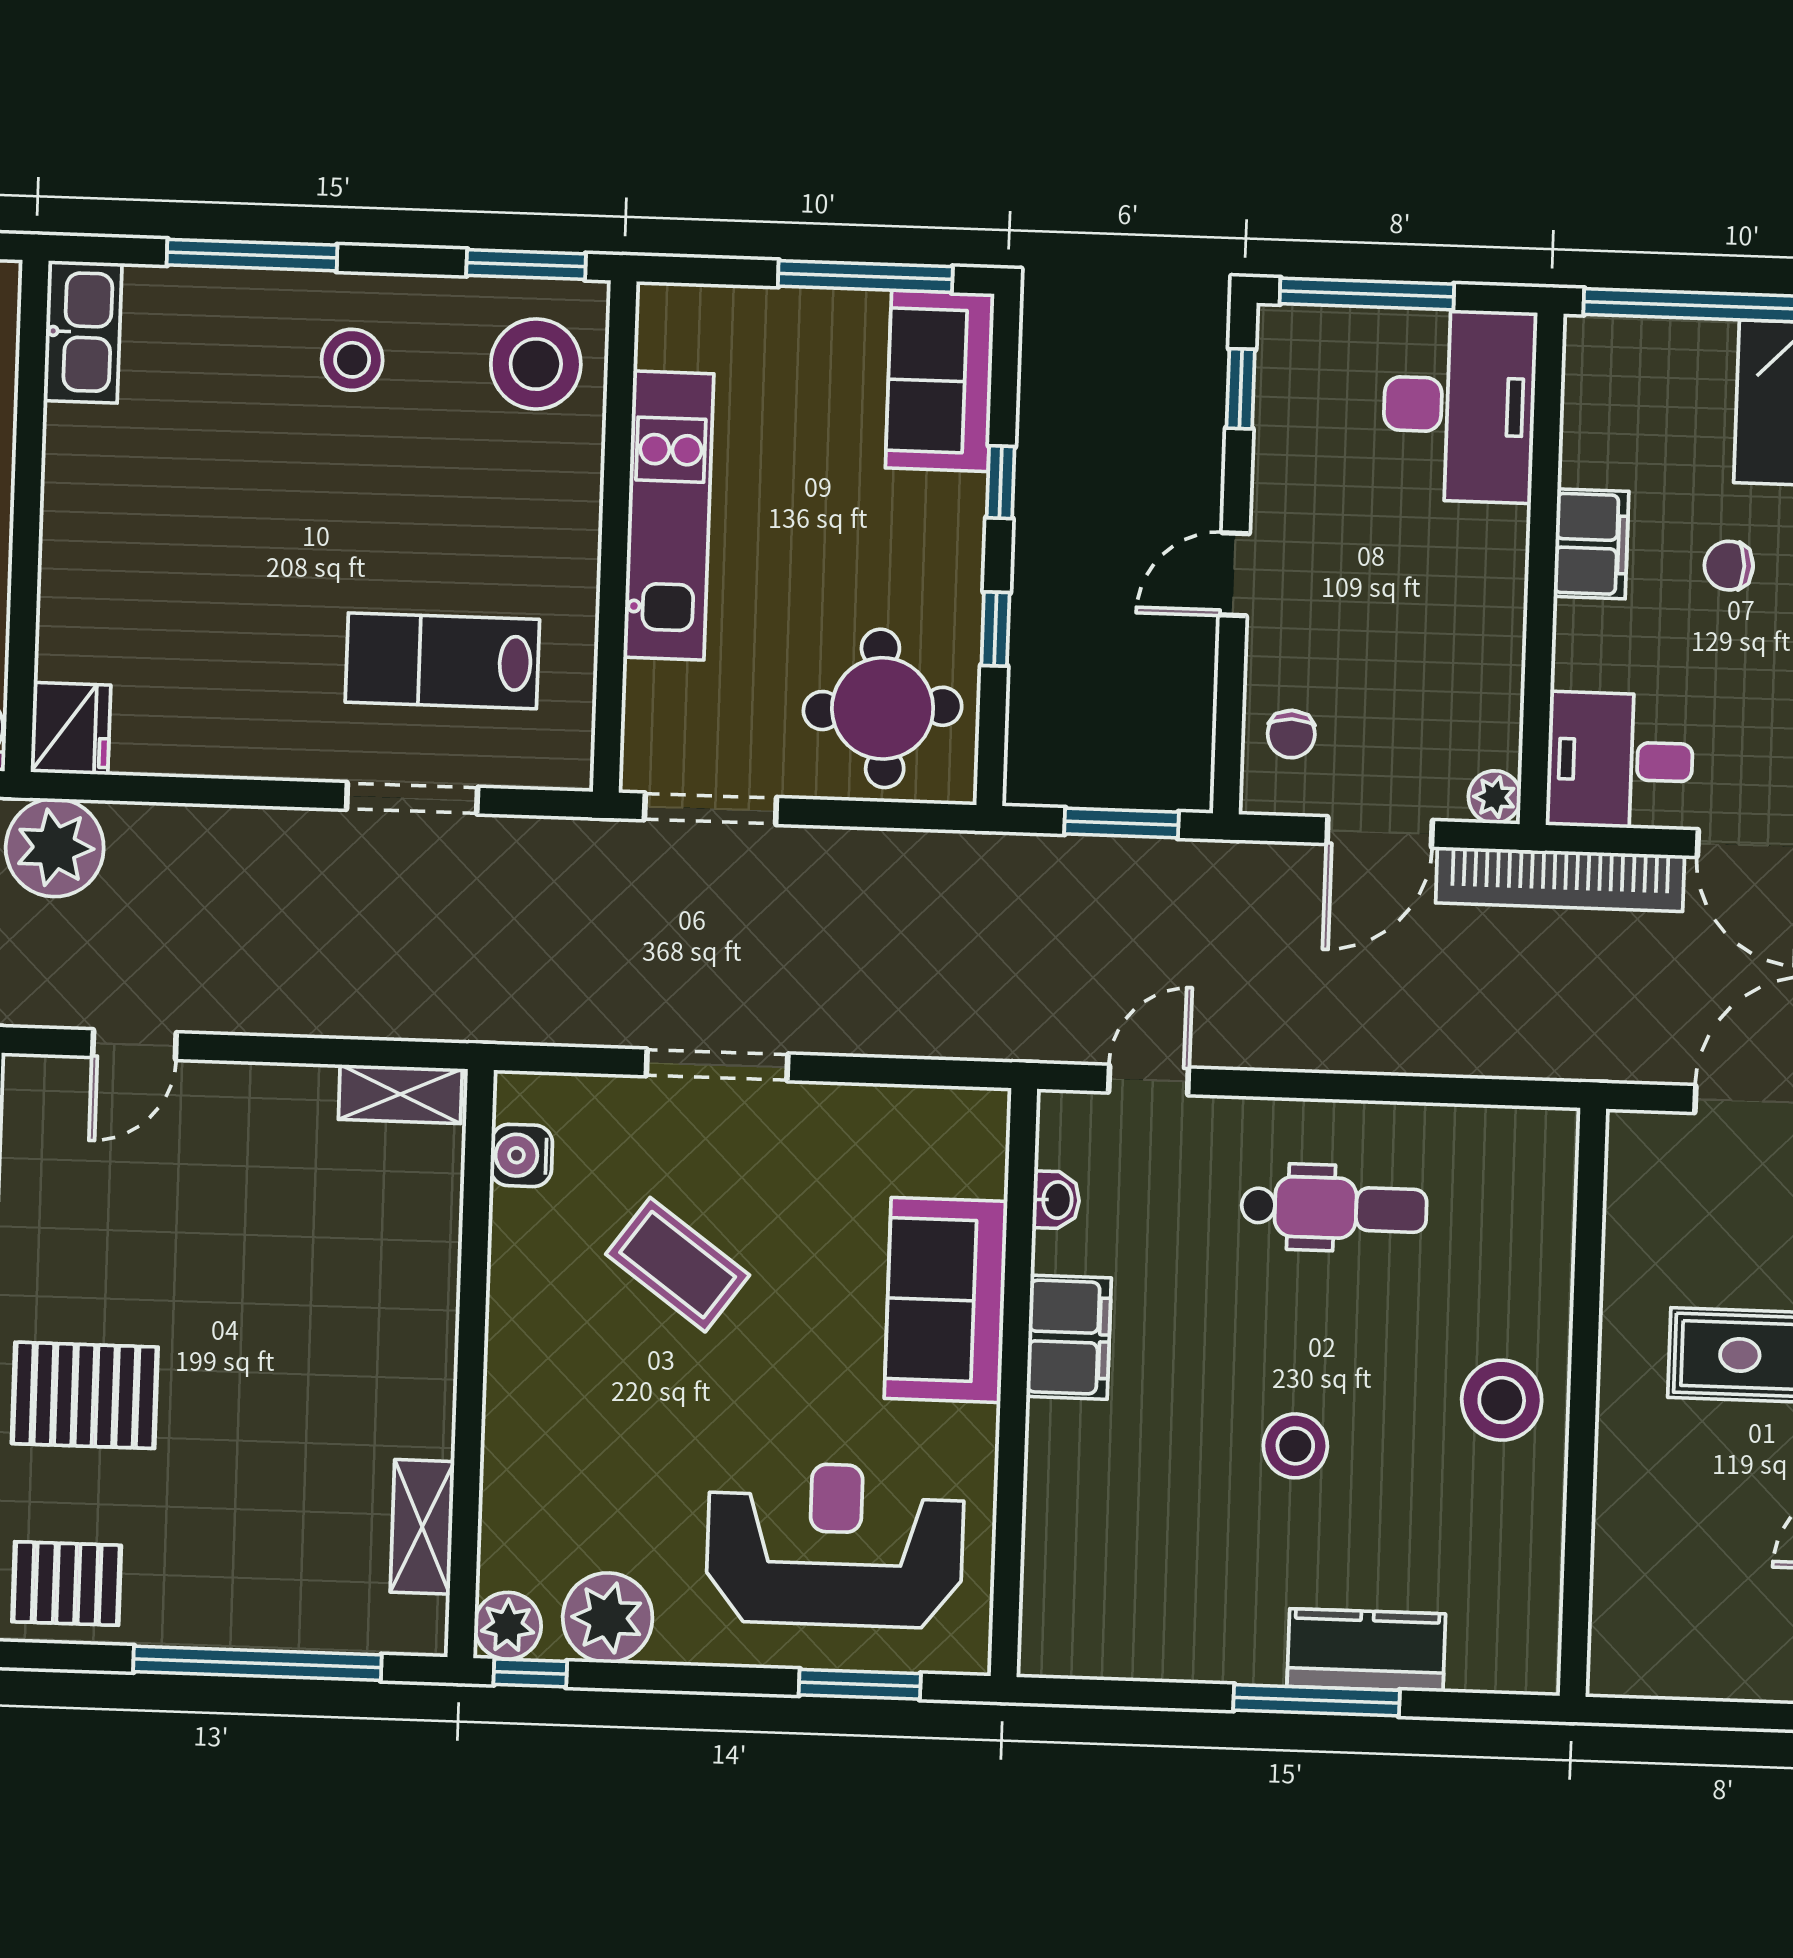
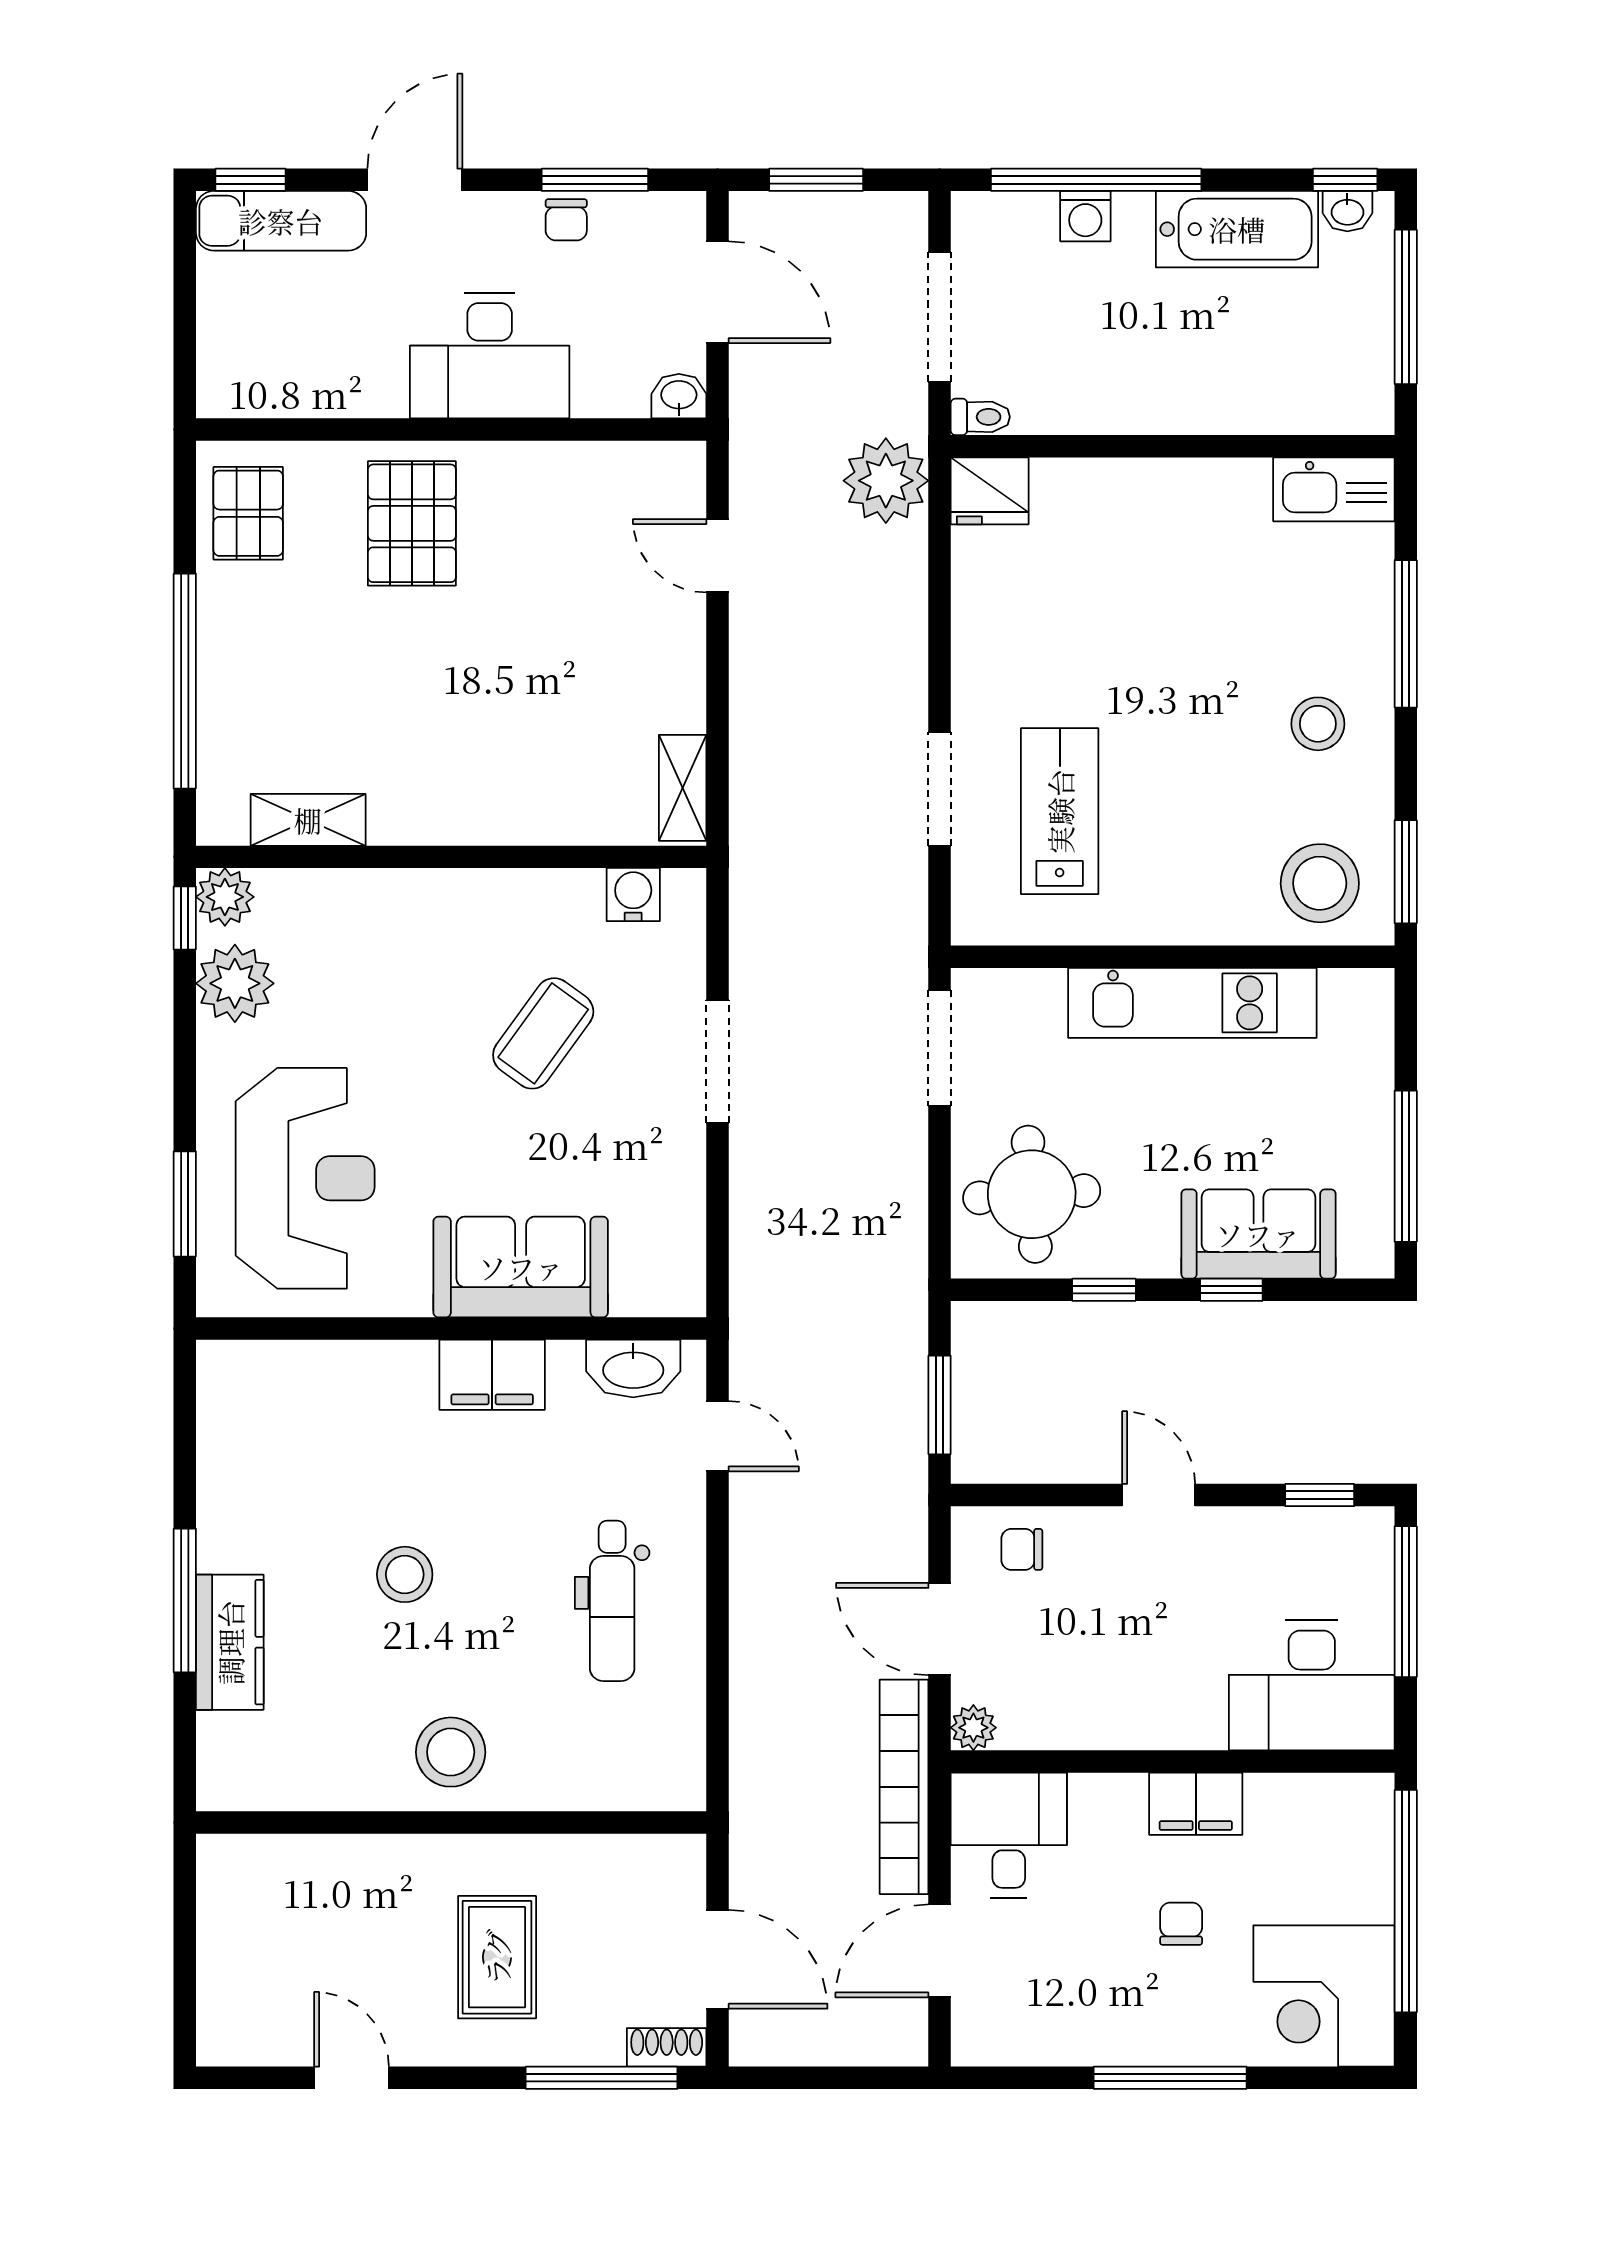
sofa: (940, 381) -> (1258, 1234), moved
washbasin: (1056, 1200) -> (633, 1369), width x1.91, depth x1.45

